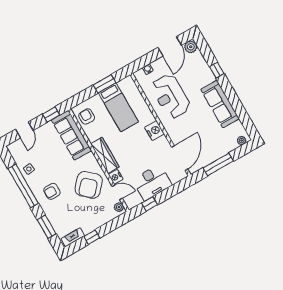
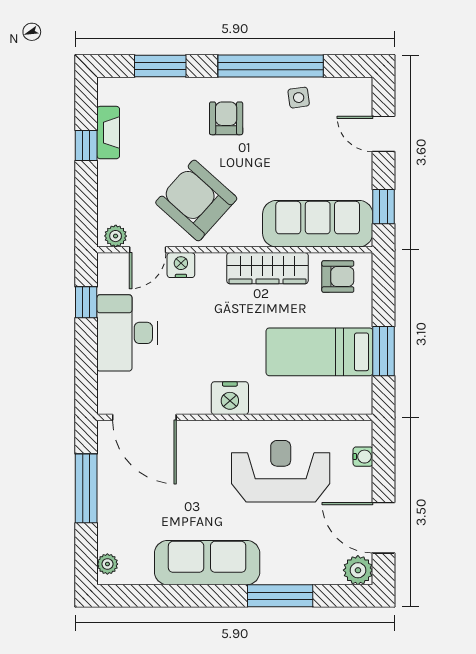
window: (217, 70) -> (280, 596), width x2.17
wardrobe: (105, 155) -> (267, 268), moved
fireplace: (73, 237) -> (108, 133), moved

